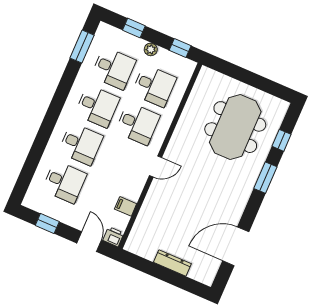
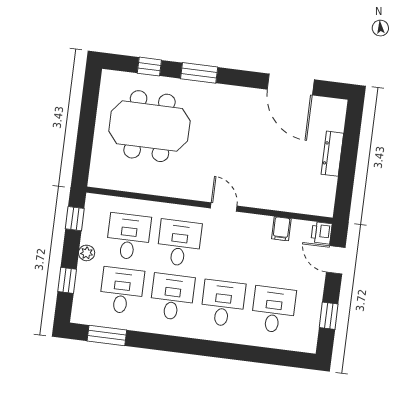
door: (89, 242) -> (336, 260), hinge flipped

